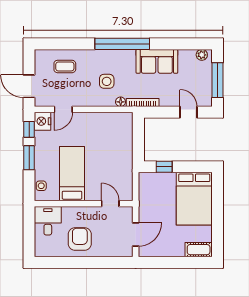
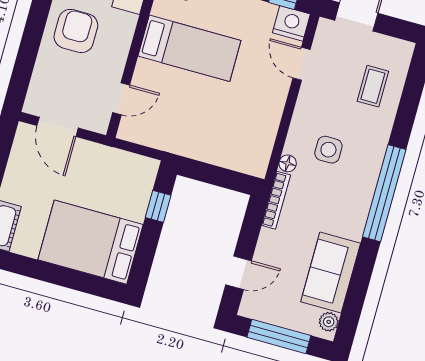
sofa: (157, 61) -> (331, 273), moved
armchair: (80, 239) -> (76, 31), turned -90

